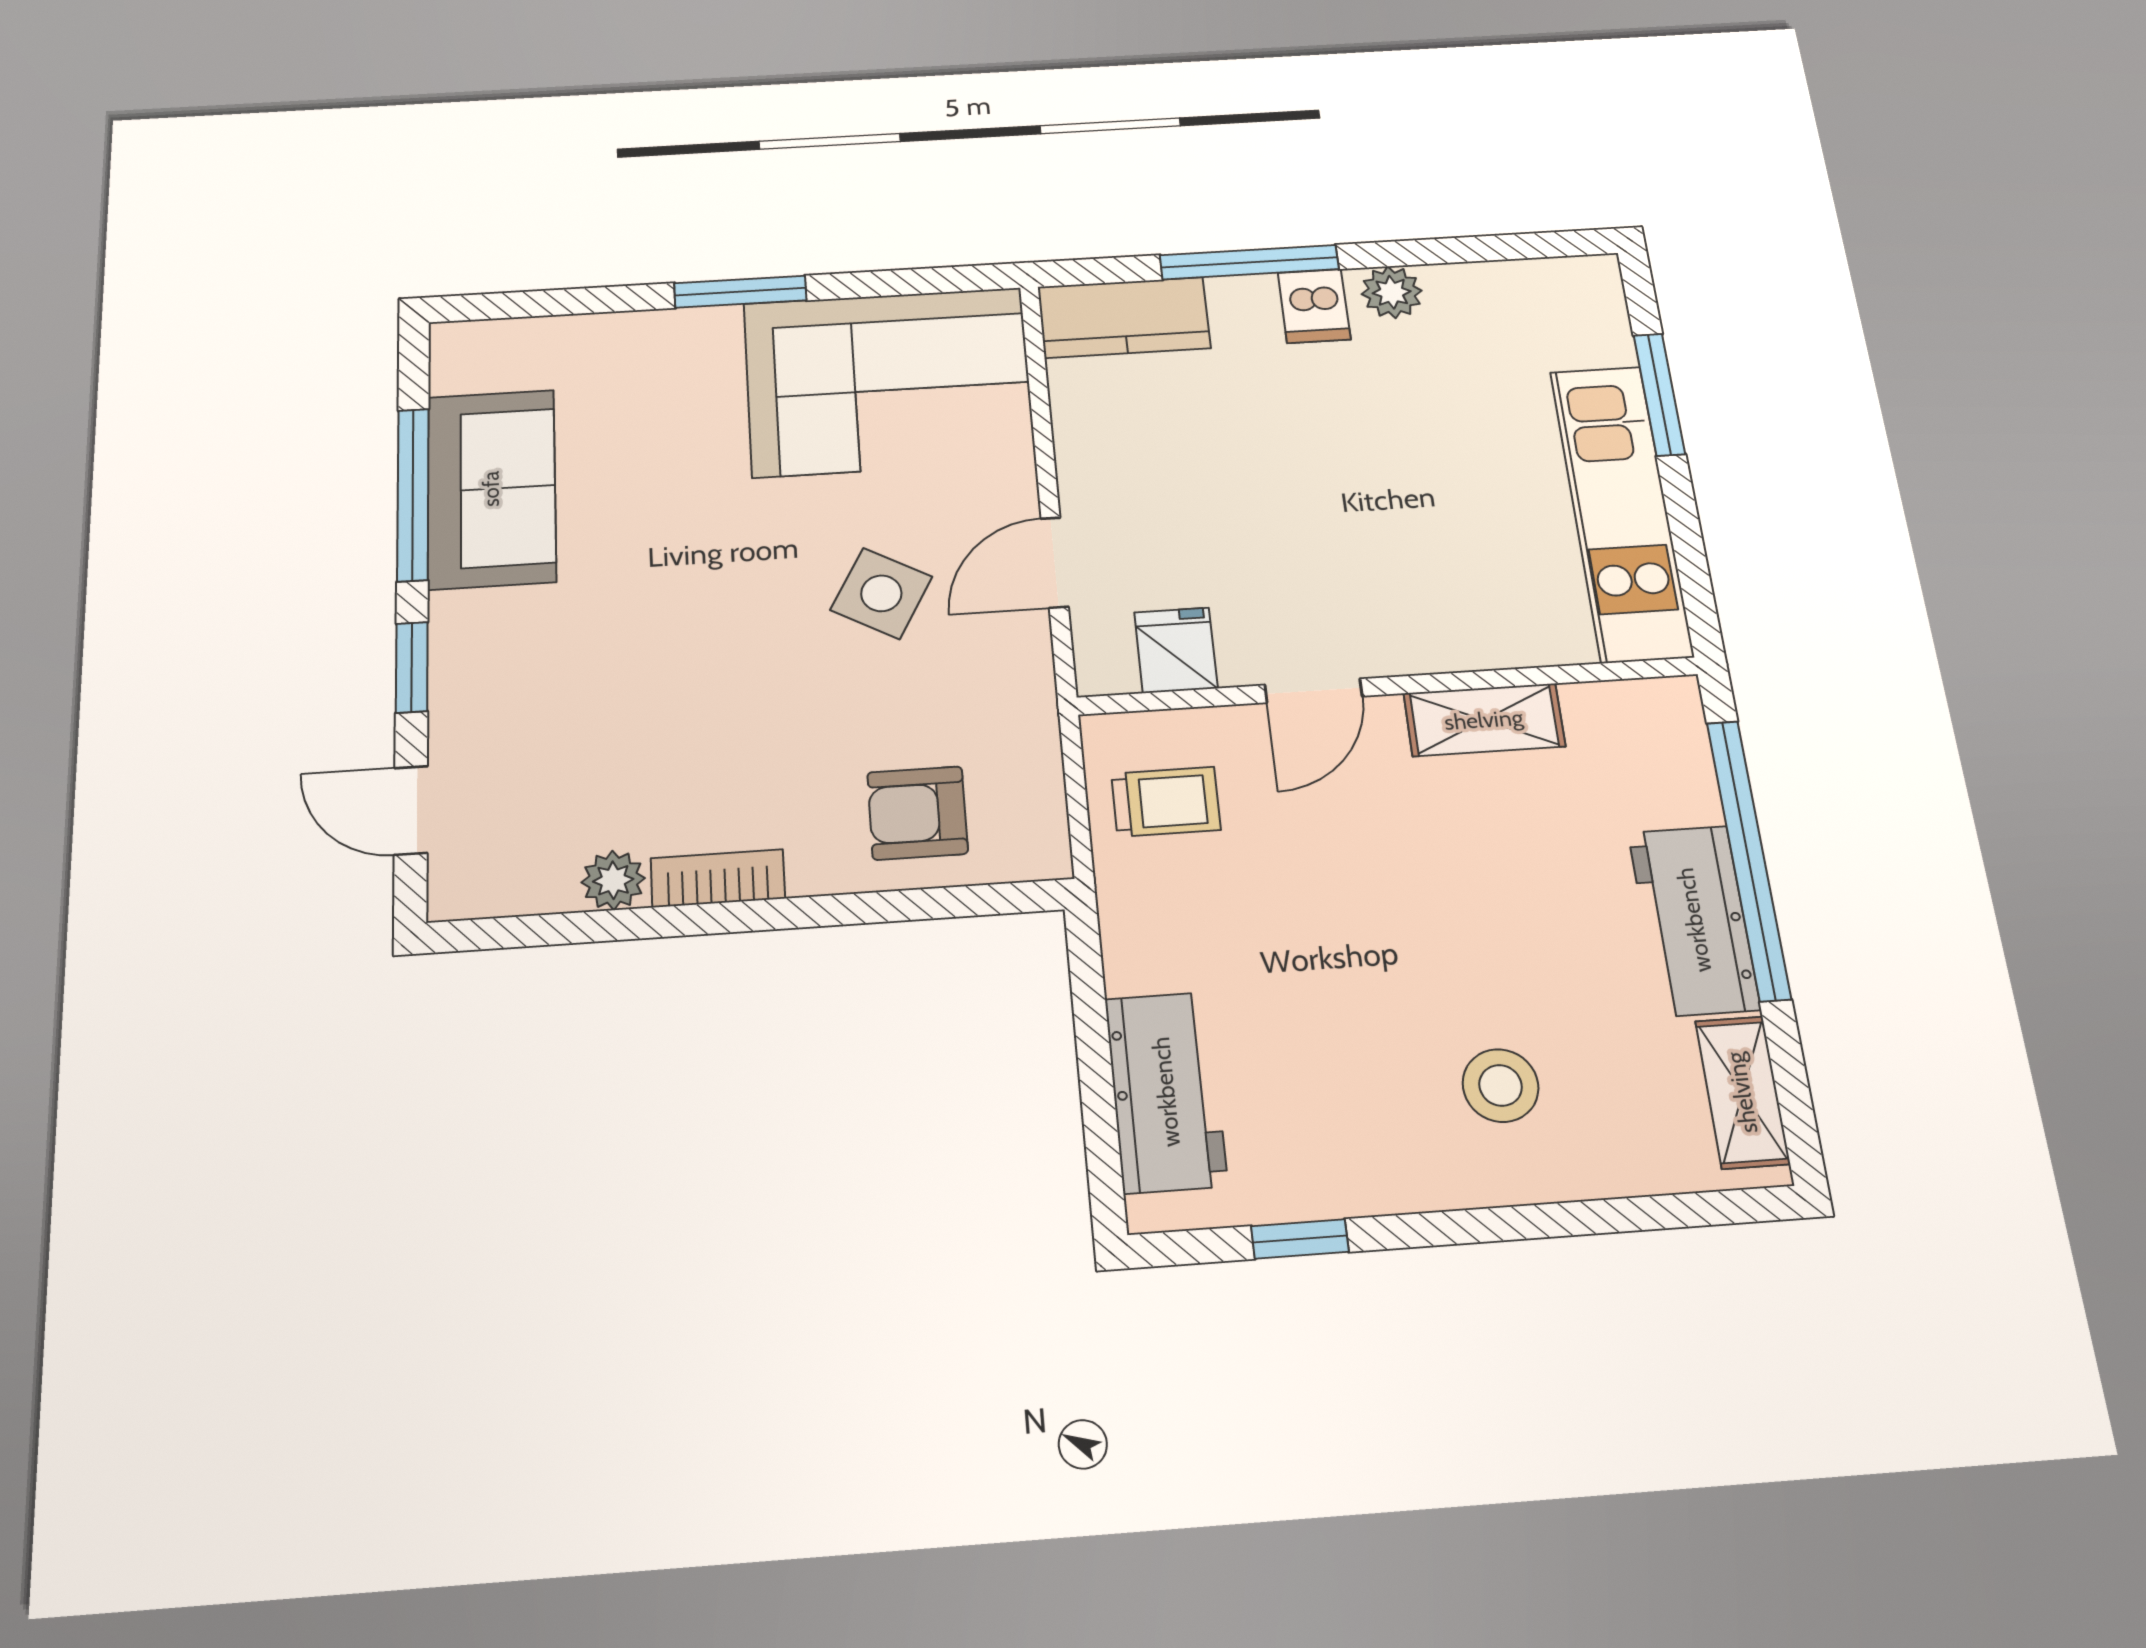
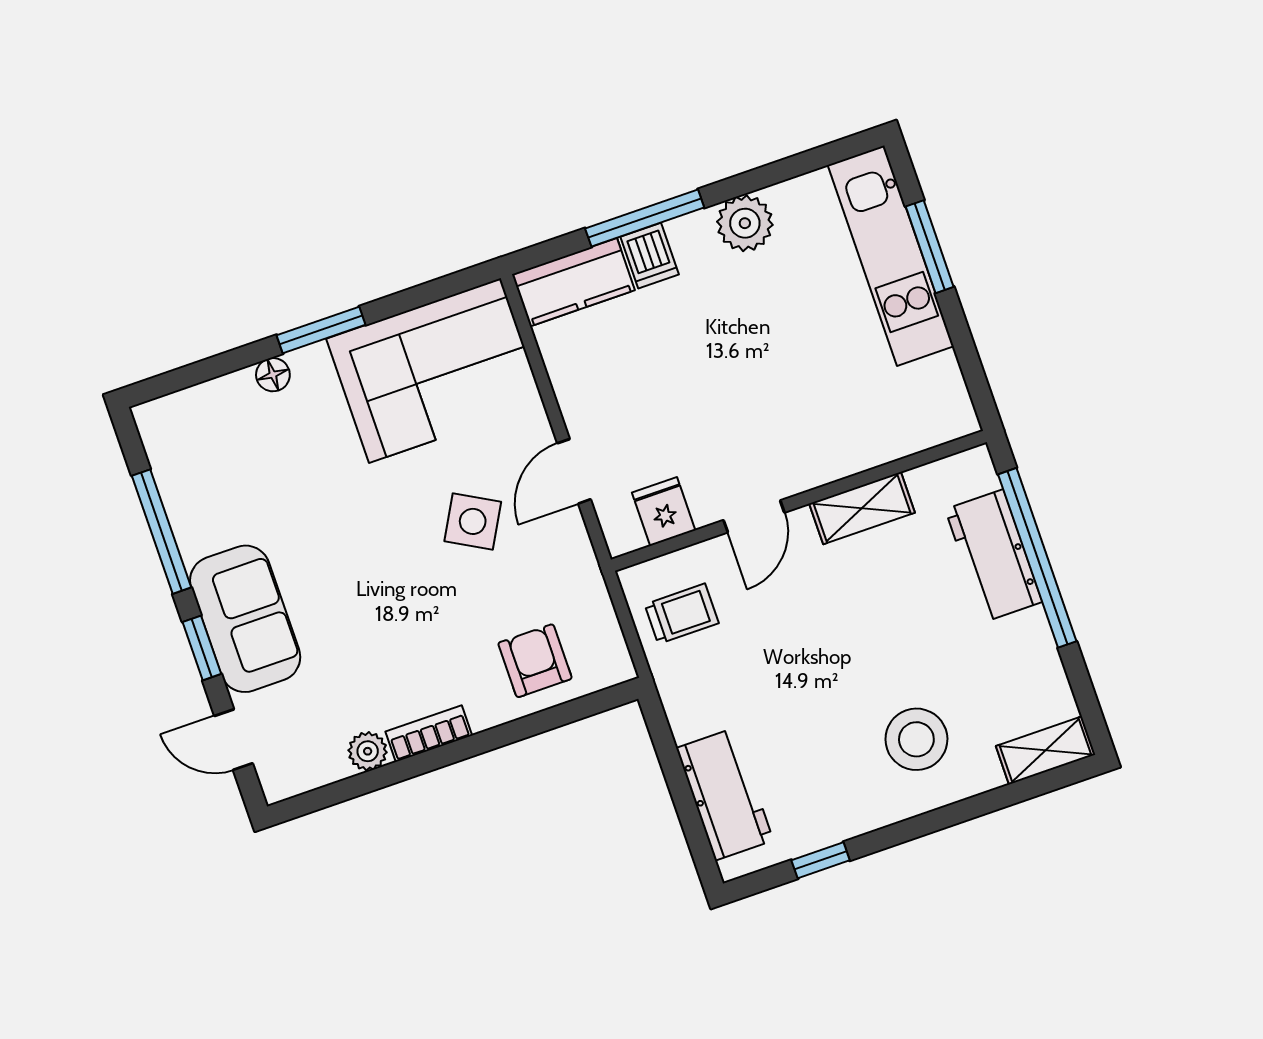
plant: (1392, 292) -> (745, 223), width x1.38, depth x1.38
dishwasher: (1314, 306) -> (650, 256), moved
floor lamp: (651, 331) -> (273, 375), added
sofa: (491, 489) -> (245, 619), moved
kitchen unit: (1621, 512) -> (891, 256), moved
armchair: (917, 813) -> (535, 661), turned 90
workbench: (1694, 920) -> (994, 556), moved
stool: (1501, 1086) -> (916, 739), width x1.38, depth x1.38
shelving: (1742, 1092) -> (1046, 750), moved, turned 90

